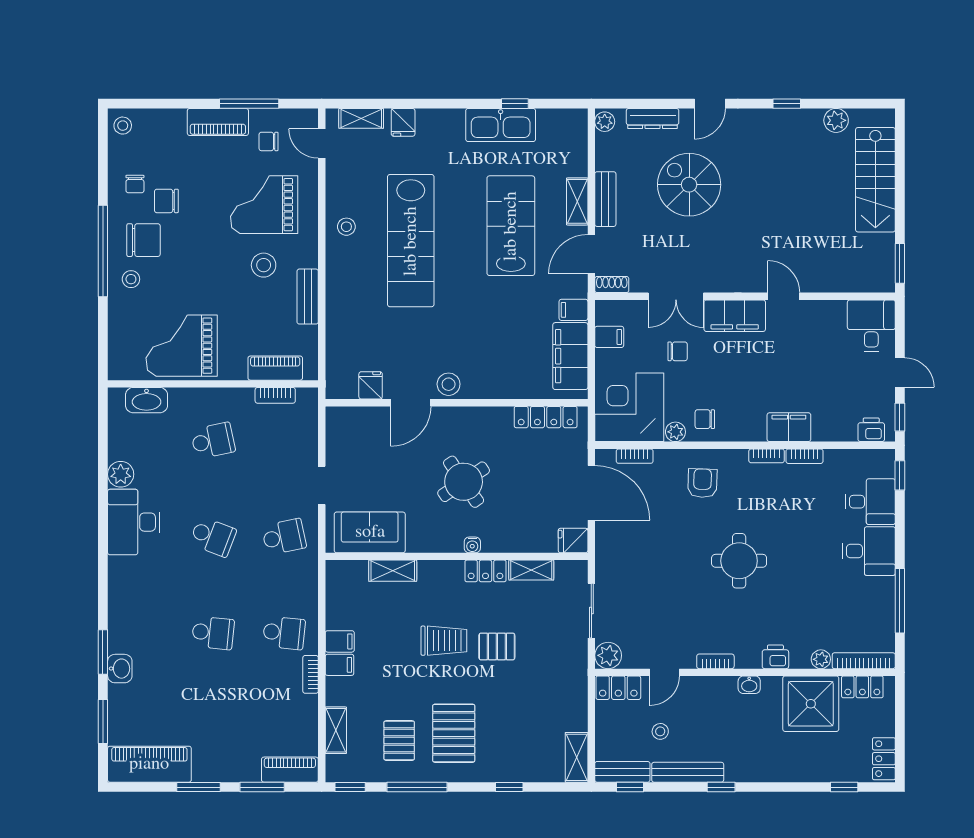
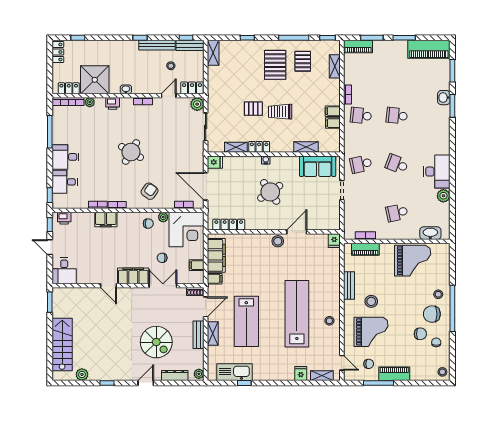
kitchen sink: (501, 125) -> (234, 372), moved
fridge: (371, 385) -> (334, 241), moved
armchair: (702, 483) -> (150, 191), turned -146
round table: (739, 561) -> (131, 152), turned 30
filing cabinet: (339, 665) -> (333, 123), moved

